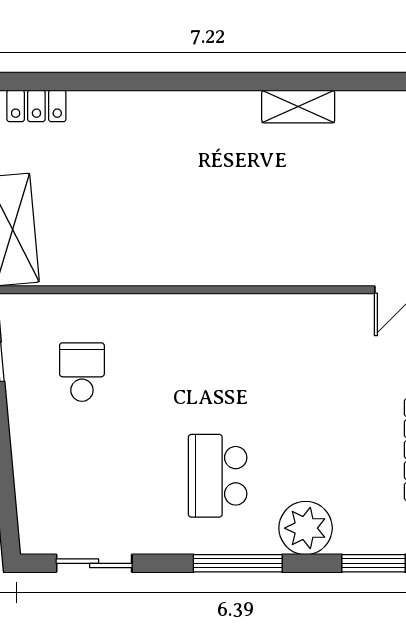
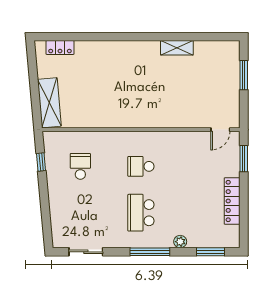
school desk: (218, 372) -> (141, 166), added
plant: (306, 528) -> (180, 242), width x0.53, depth x0.53

